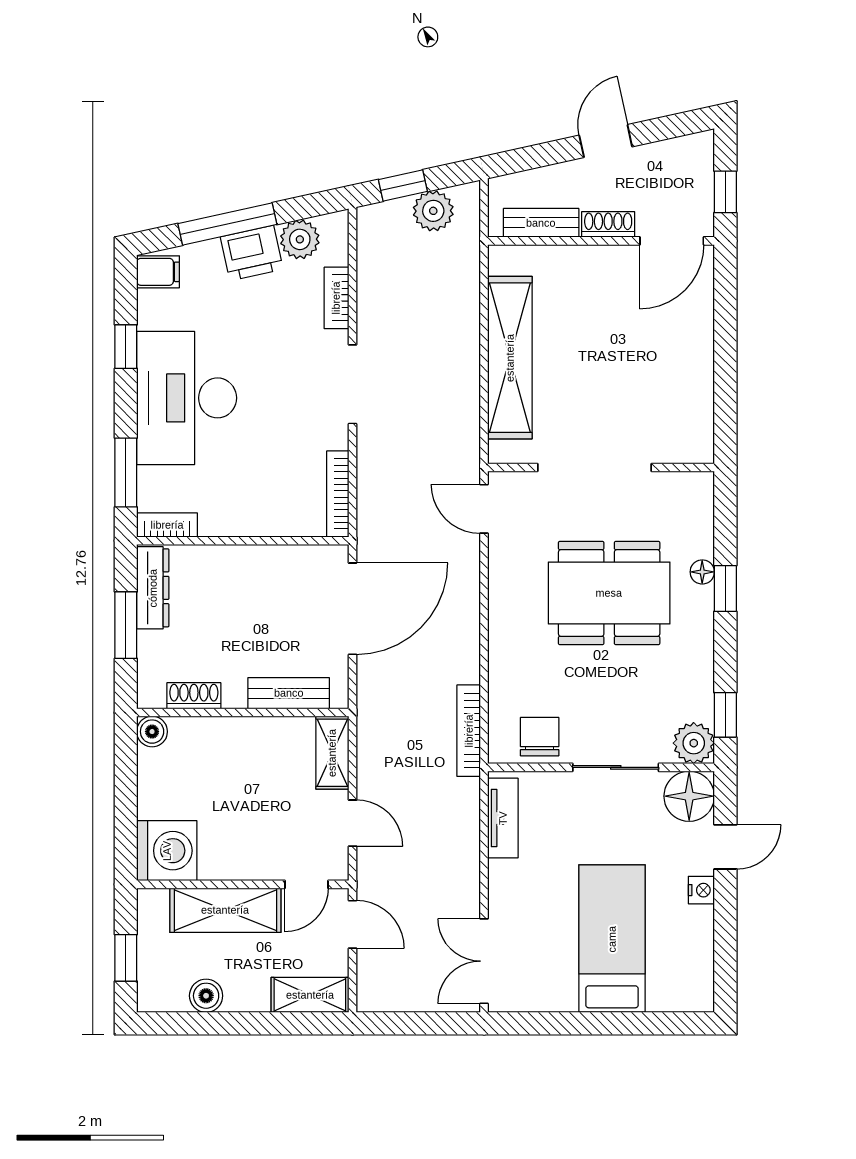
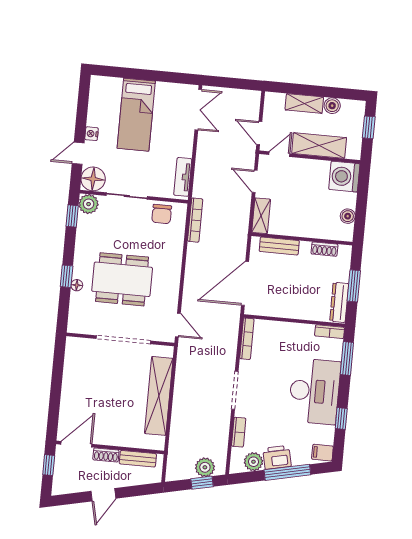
plant: (433, 211) -> (205, 467), moved
boiler: (152, 732) -> (348, 216), moved
shelving: (310, 995) -> (304, 103), moved

